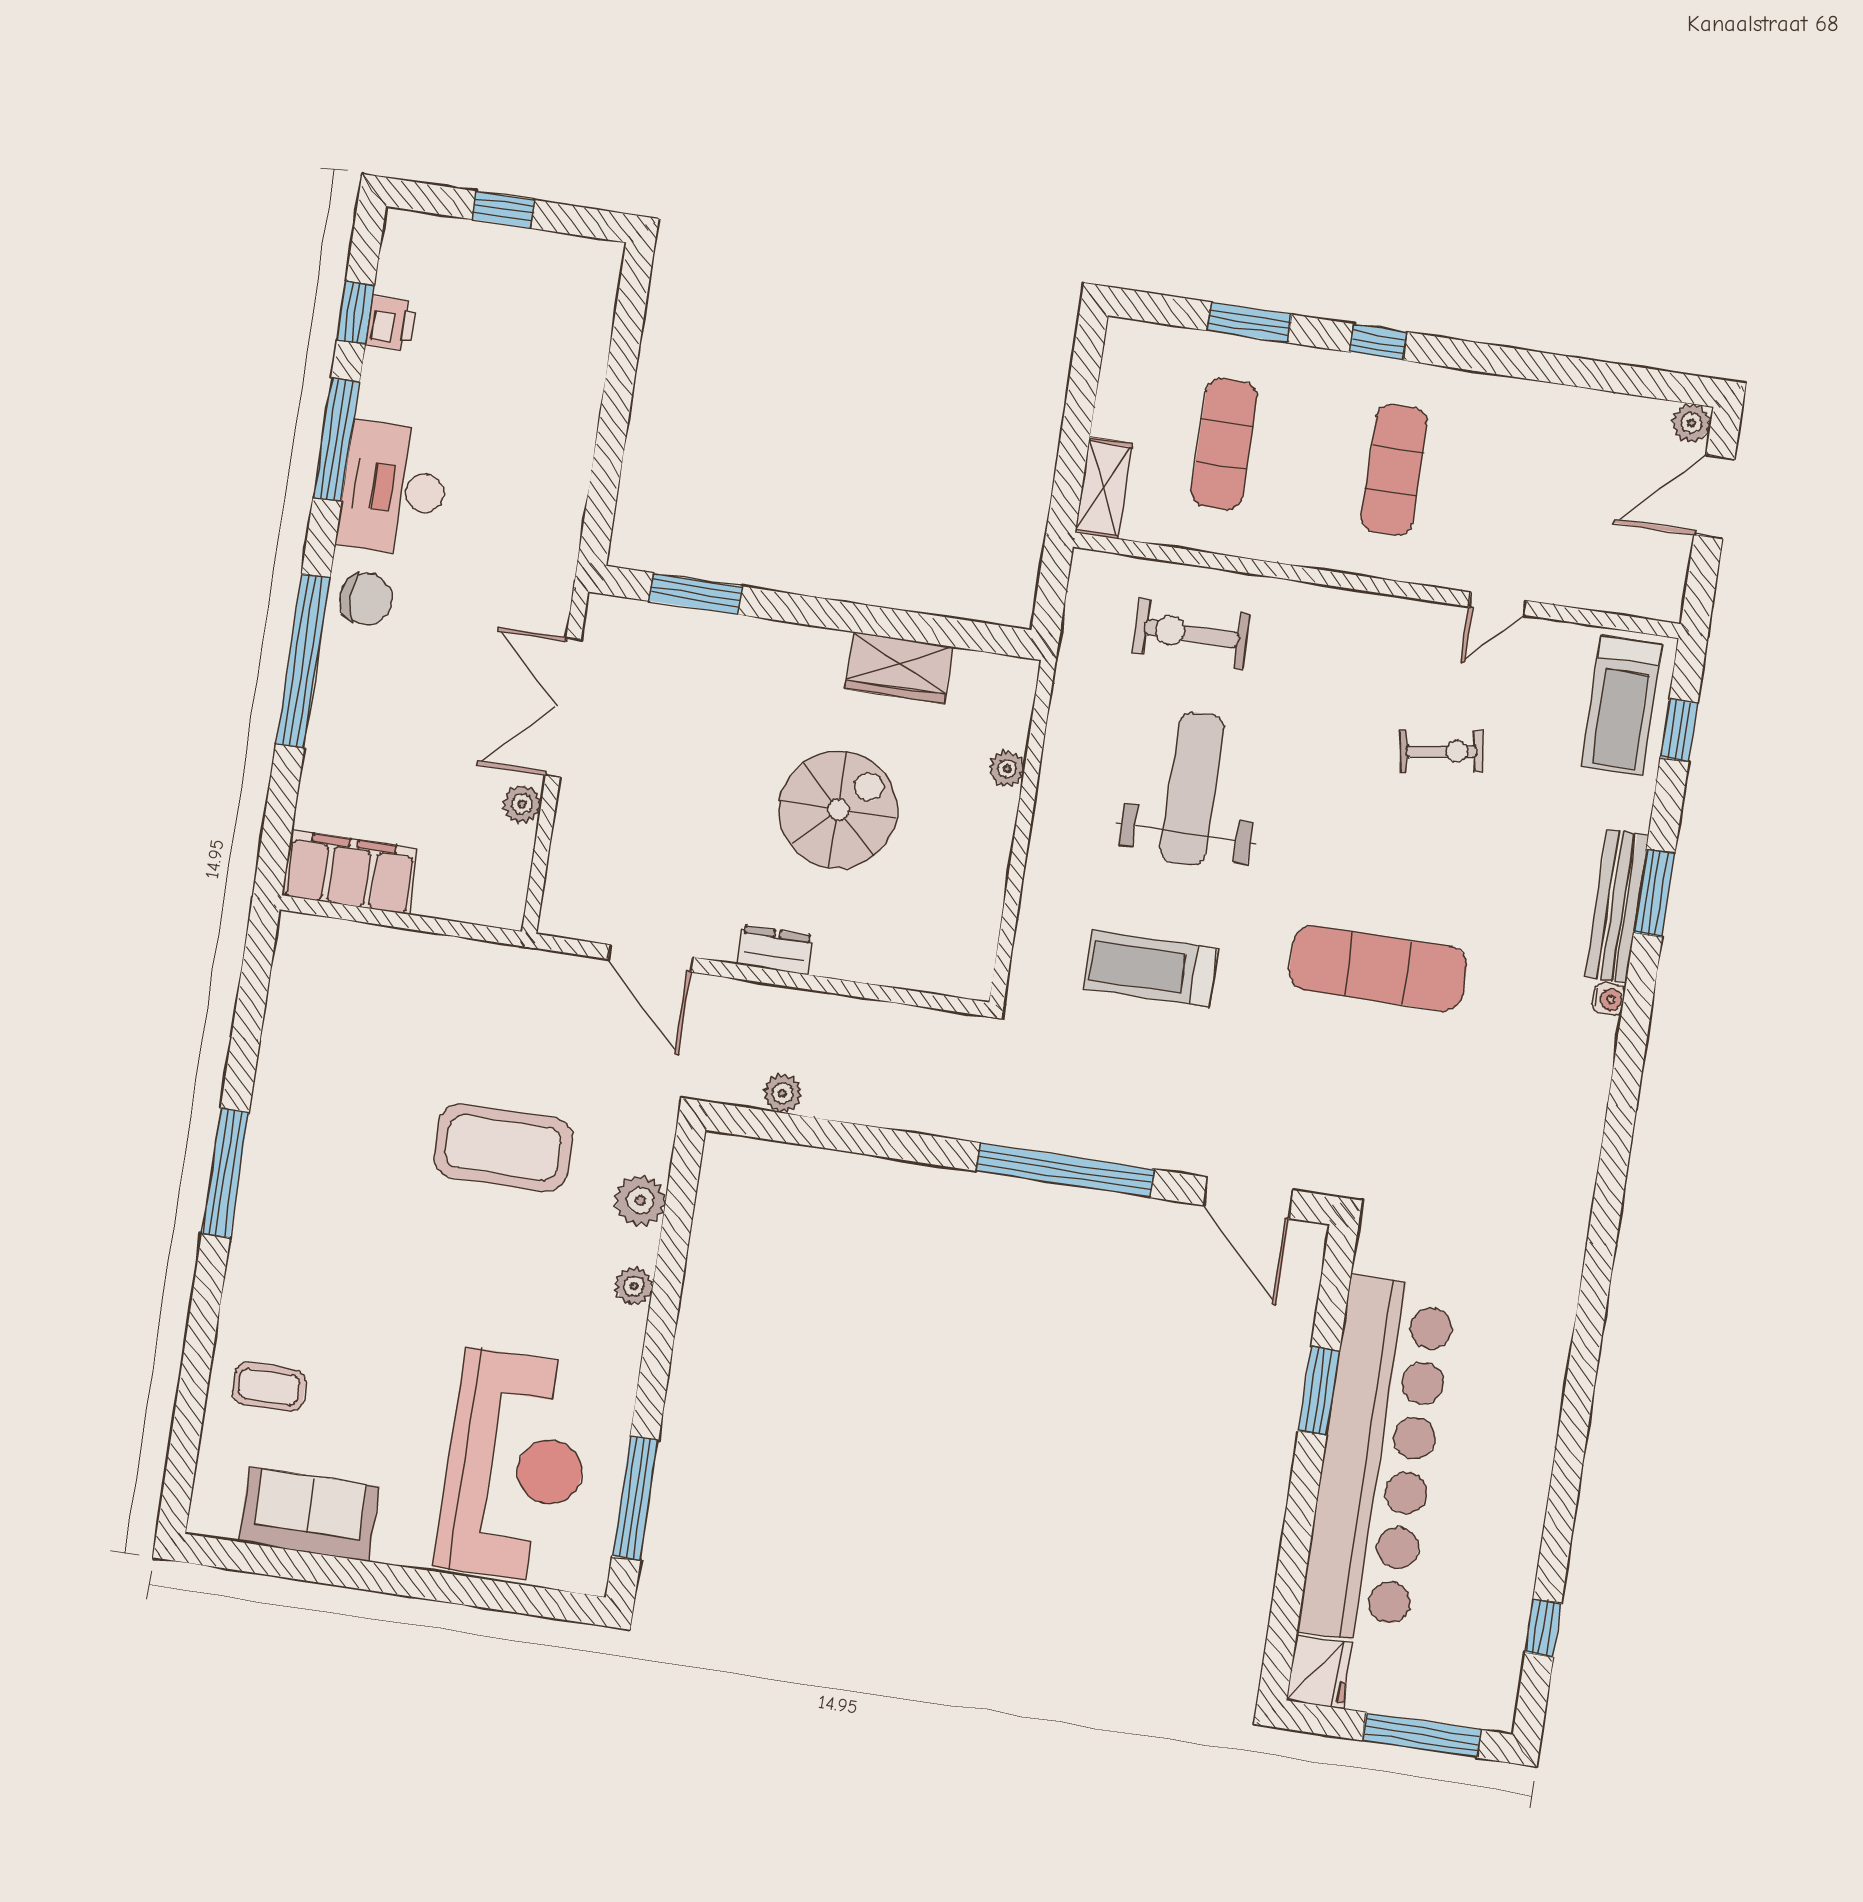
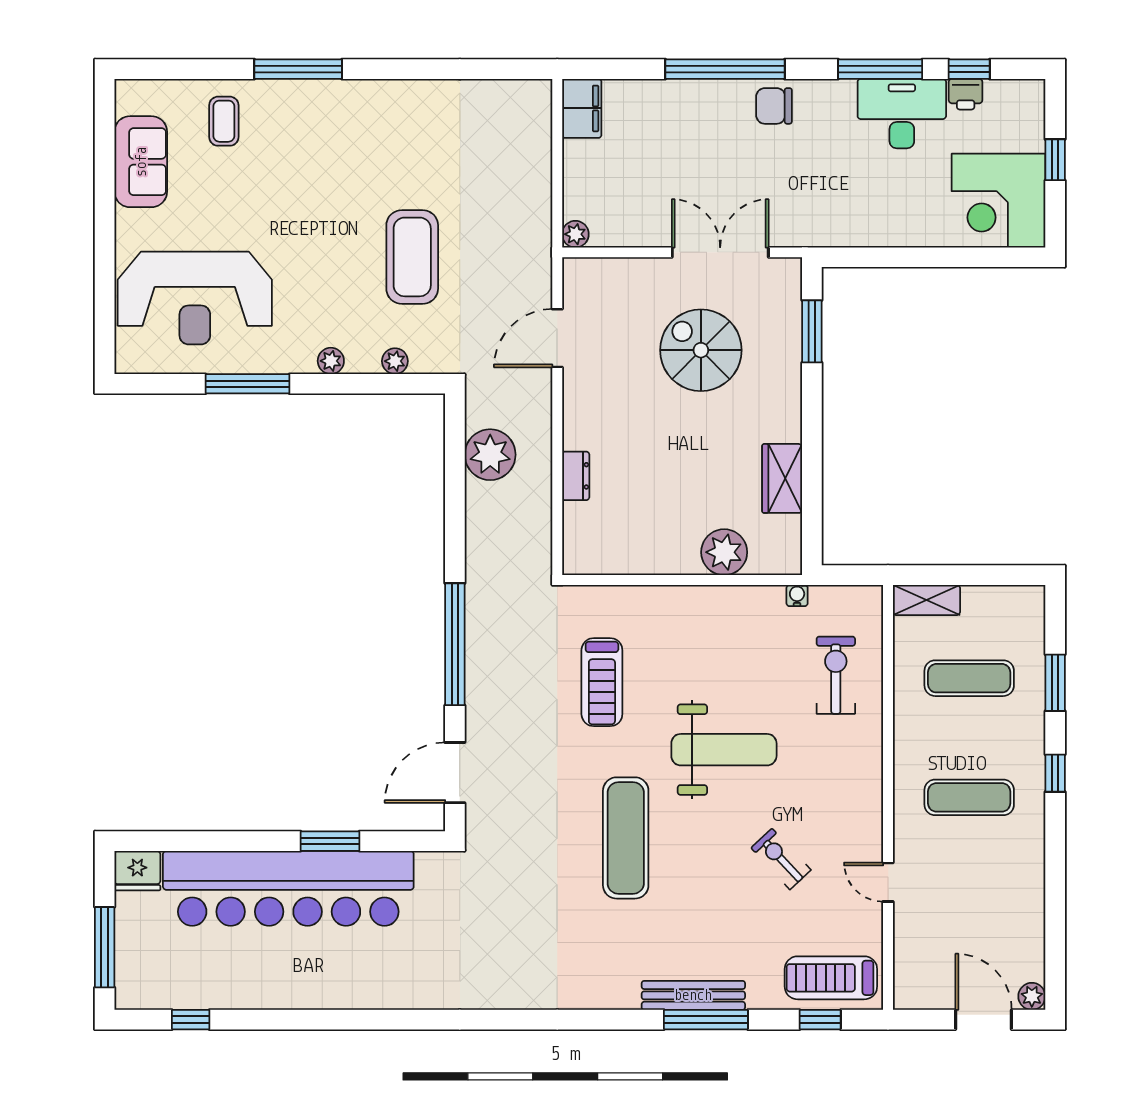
corner desk: (549, 299) -> (998, 201), added
desk: (394, 489) -> (902, 114), moved
chair: (366, 599) -> (774, 106), turned 90
exercise bike: (1441, 751) -> (781, 859), turned 146
plant: (1007, 769) -> (724, 552), width x1.88, depth x1.88
weight bench: (1192, 789) -> (724, 750), moved
plant: (522, 804) -> (575, 234), moved
spiral stairs: (838, 810) -> (701, 350), moved, turned 180
filing cabinet: (350, 872) -> (582, 108), width x0.67, depth x0.86
window: (1654, 893) -> (706, 1020), width x1.44
dresser: (775, 950) -> (576, 476), moved
treadmill: (1151, 969) -> (602, 682), turned 180
water cooler: (1609, 999) -> (797, 596), moved, turned 180
plant: (783, 1093) -> (490, 455), width x1.87, depth x1.87
window: (225, 1173) -> (298, 69), moved
plant: (640, 1200) -> (395, 361), width x0.73, depth x0.73
window: (635, 1498) -> (248, 384), moved

